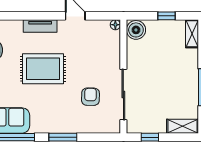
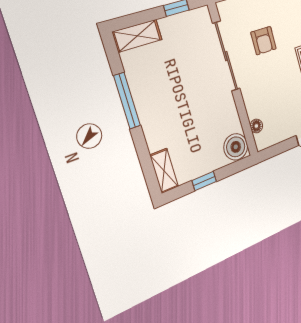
floor lamp: (115, 25) -> (256, 126), moved

